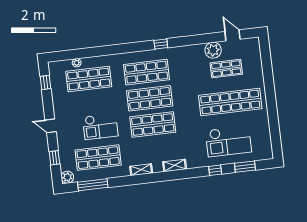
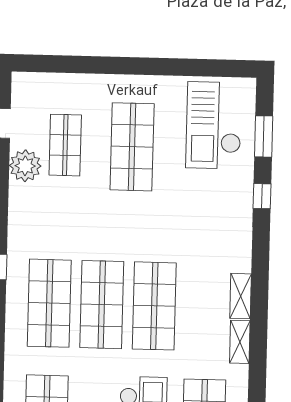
shop shelf: (230, 102) -> (132, 147), width x0.71
checkout: (228, 141) -> (214, 125), moved, turned 180
shelving: (175, 165) -> (241, 296), moved

